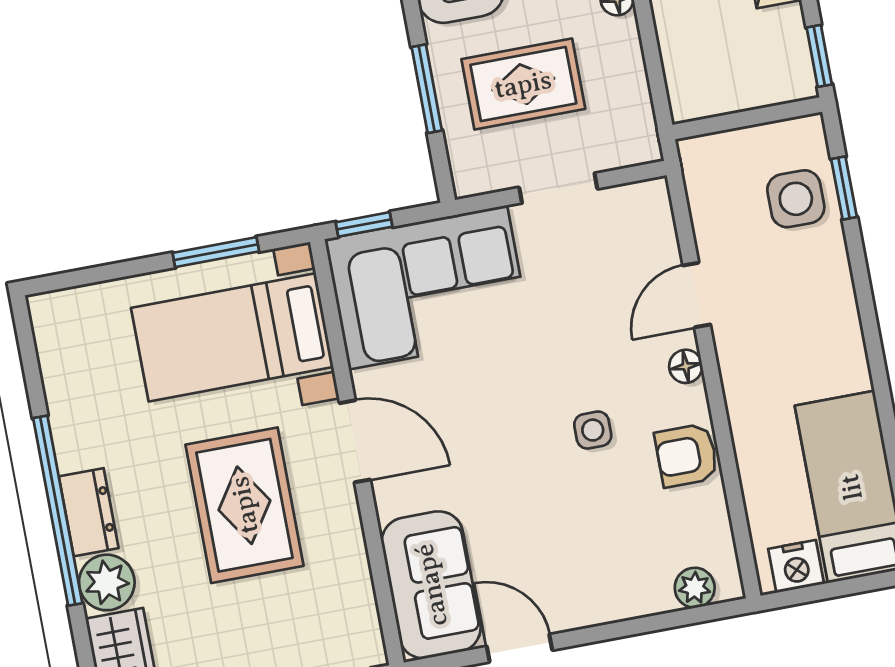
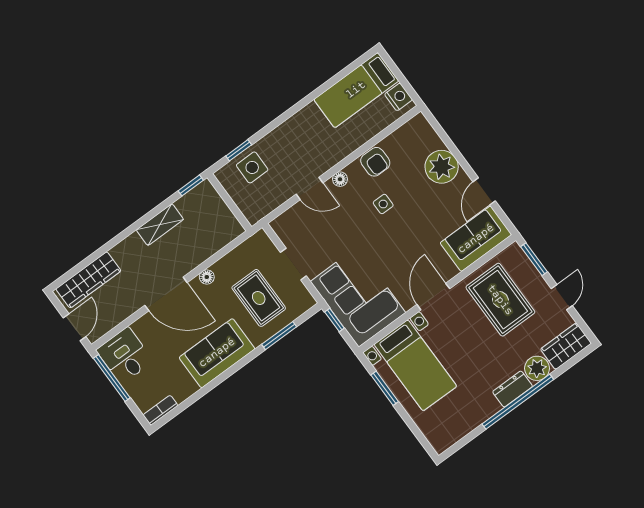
window: (364, 224) -> (334, 320), moved
rug: (244, 505) -> (500, 300), moved, turned 90
plant: (695, 588) -> (442, 167), moved, width x1.87, depth x1.87

